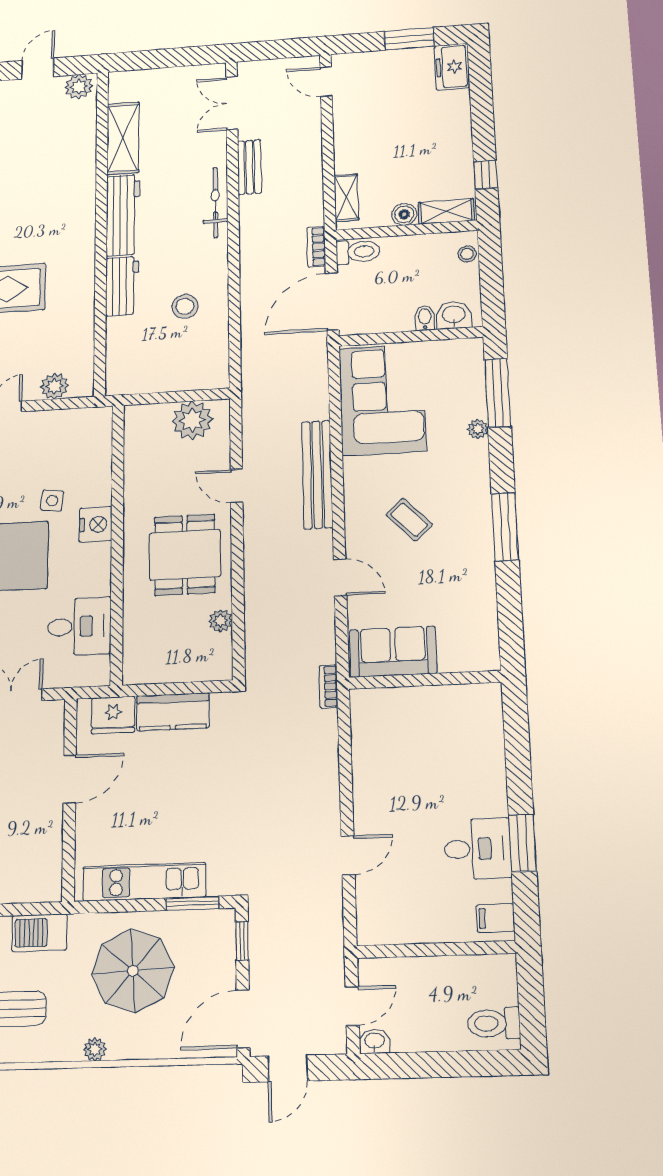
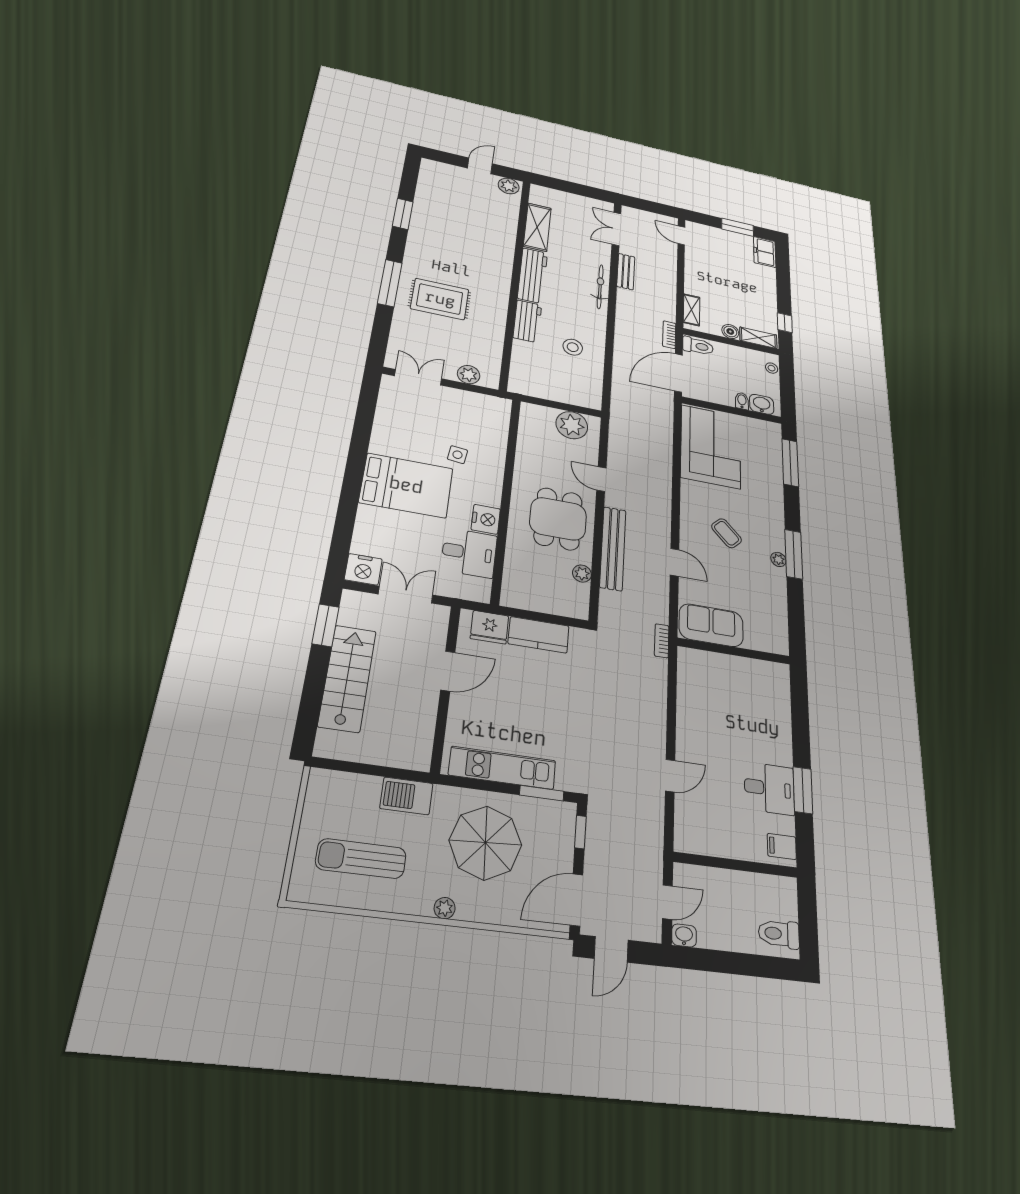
plant: (478, 429) -> (778, 559), moved
bench: (317, 474) -> (613, 548), moved
nightstand: (96, 524) -> (486, 519), moved

